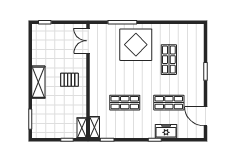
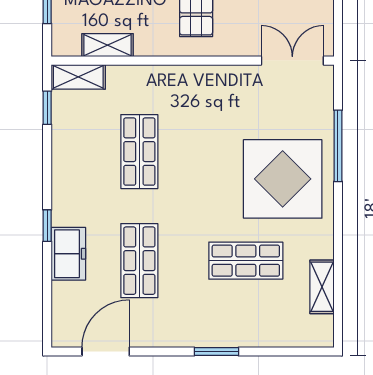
shelving: (179, 29) -> (322, 287), added
shelving: (82, 128) -> (108, 45), moved

